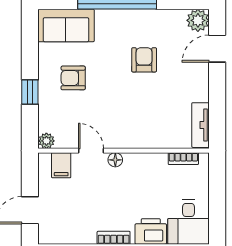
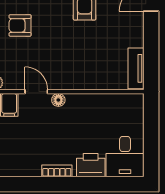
bookcase: (183, 159) -> (120, 99), removed

